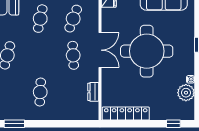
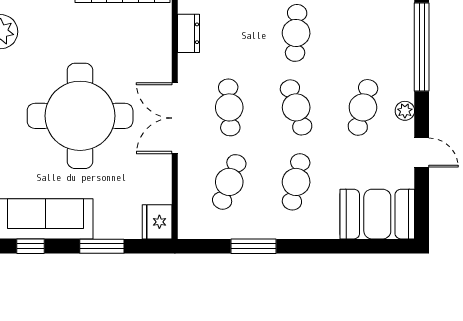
cafe table: (40, 55) -> (296, 107), added

